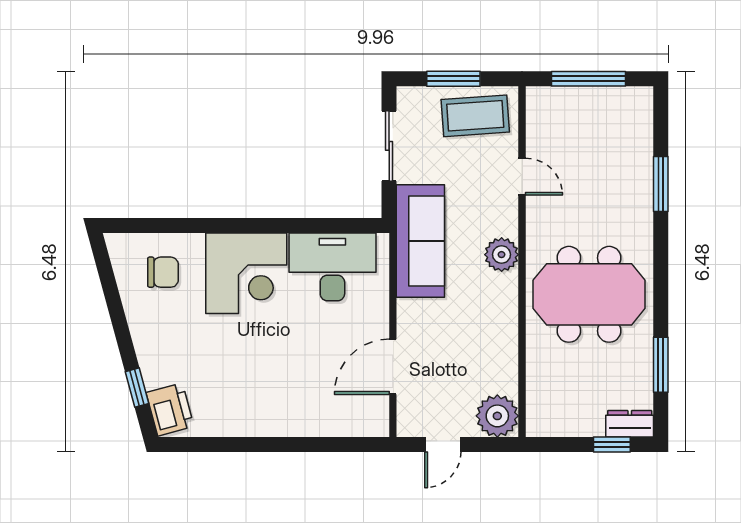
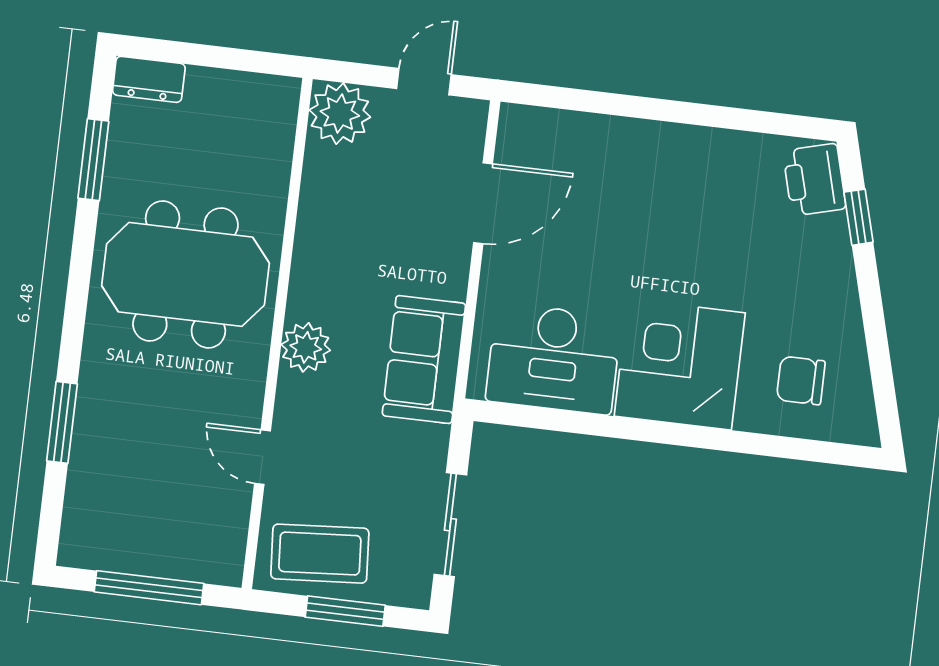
sofa: (420, 241) -> (424, 360), width x0.73
window: (612, 444) -> (178, 52), removed

